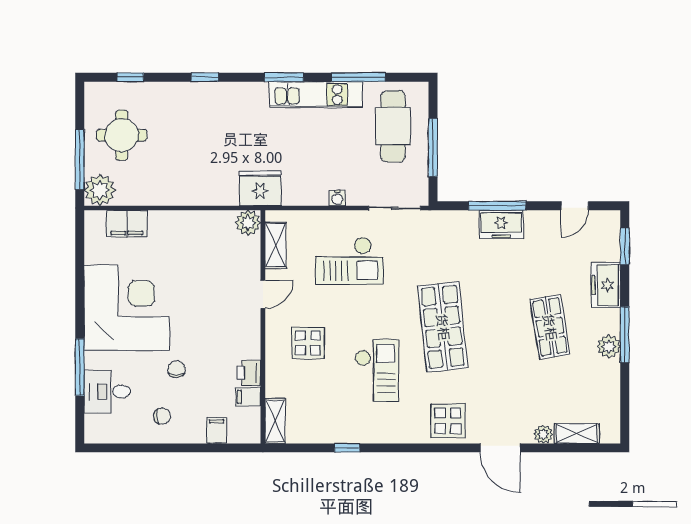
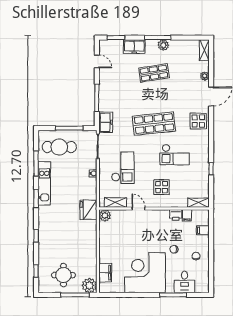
freezer: (501, 224) -> (106, 122), moved
checkout: (377, 370) -> (174, 155), turned 180
shelving: (577, 433) -> (204, 50), moved

